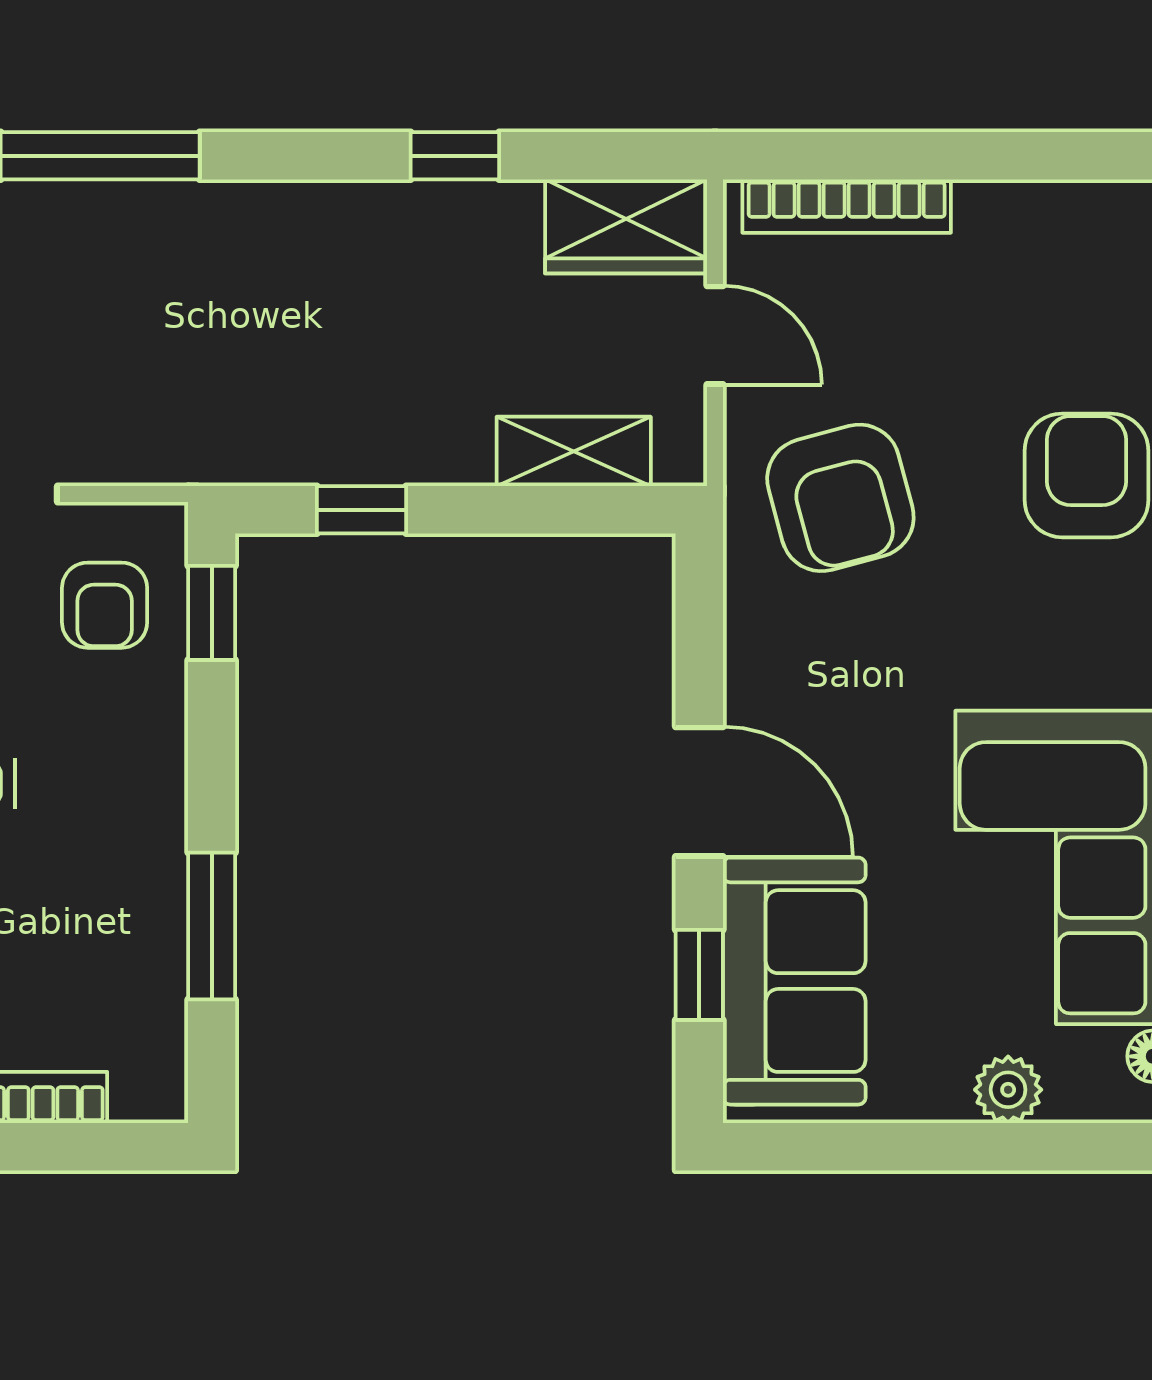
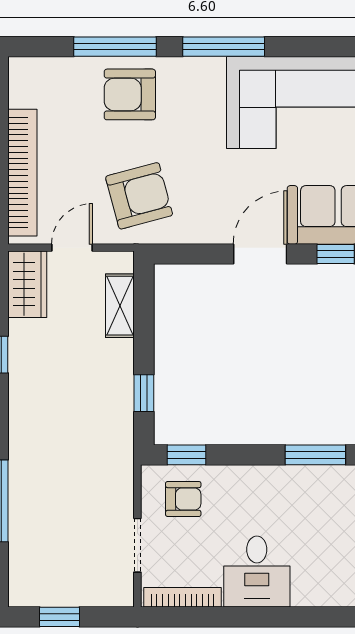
bookcase: (847, 206) -> (22, 173), width x1.48, depth x1.31

